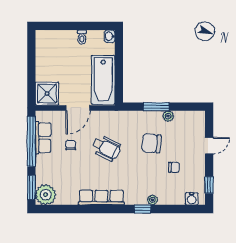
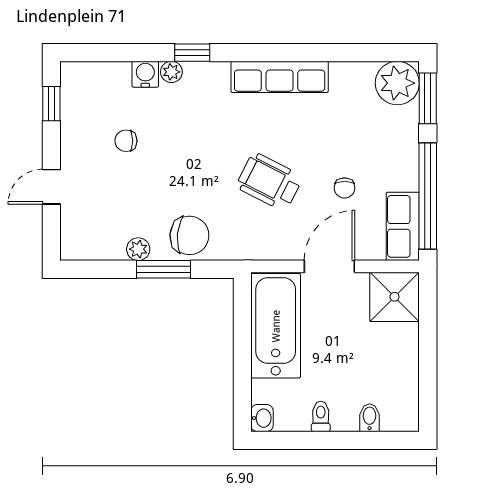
bidet: (59, 36) -> (370, 418), added
row of seats: (43, 138) -> (403, 226), moved
chair: (151, 143) -> (189, 235), moved
water cooler: (192, 199) -> (145, 74), moved

